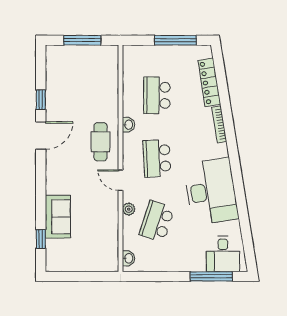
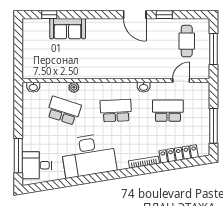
cafe table: (101, 142) -> (187, 41), moved, turned 90
door: (120, 180) -> (181, 80), moved

